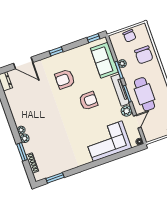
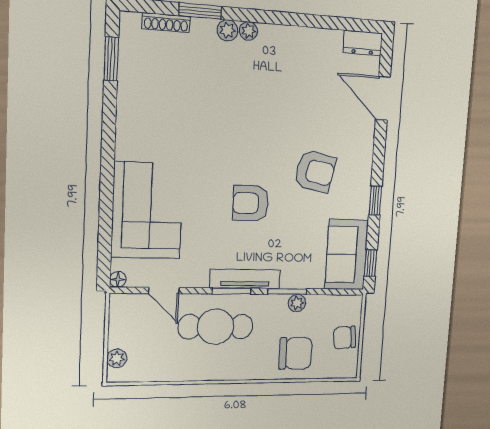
window: (56, 51) -> (375, 200), moved
chair: (144, 55) -> (296, 353), turned 180
sofa: (104, 60) -> (347, 255), moved, turned -90
door: (23, 63) -> (383, 98), hinge flipped
armchair: (65, 79) -> (315, 171), turned 102
armchair: (88, 101) -> (251, 203), turned 90
plant: (127, 111) -> (196, 276), removed

